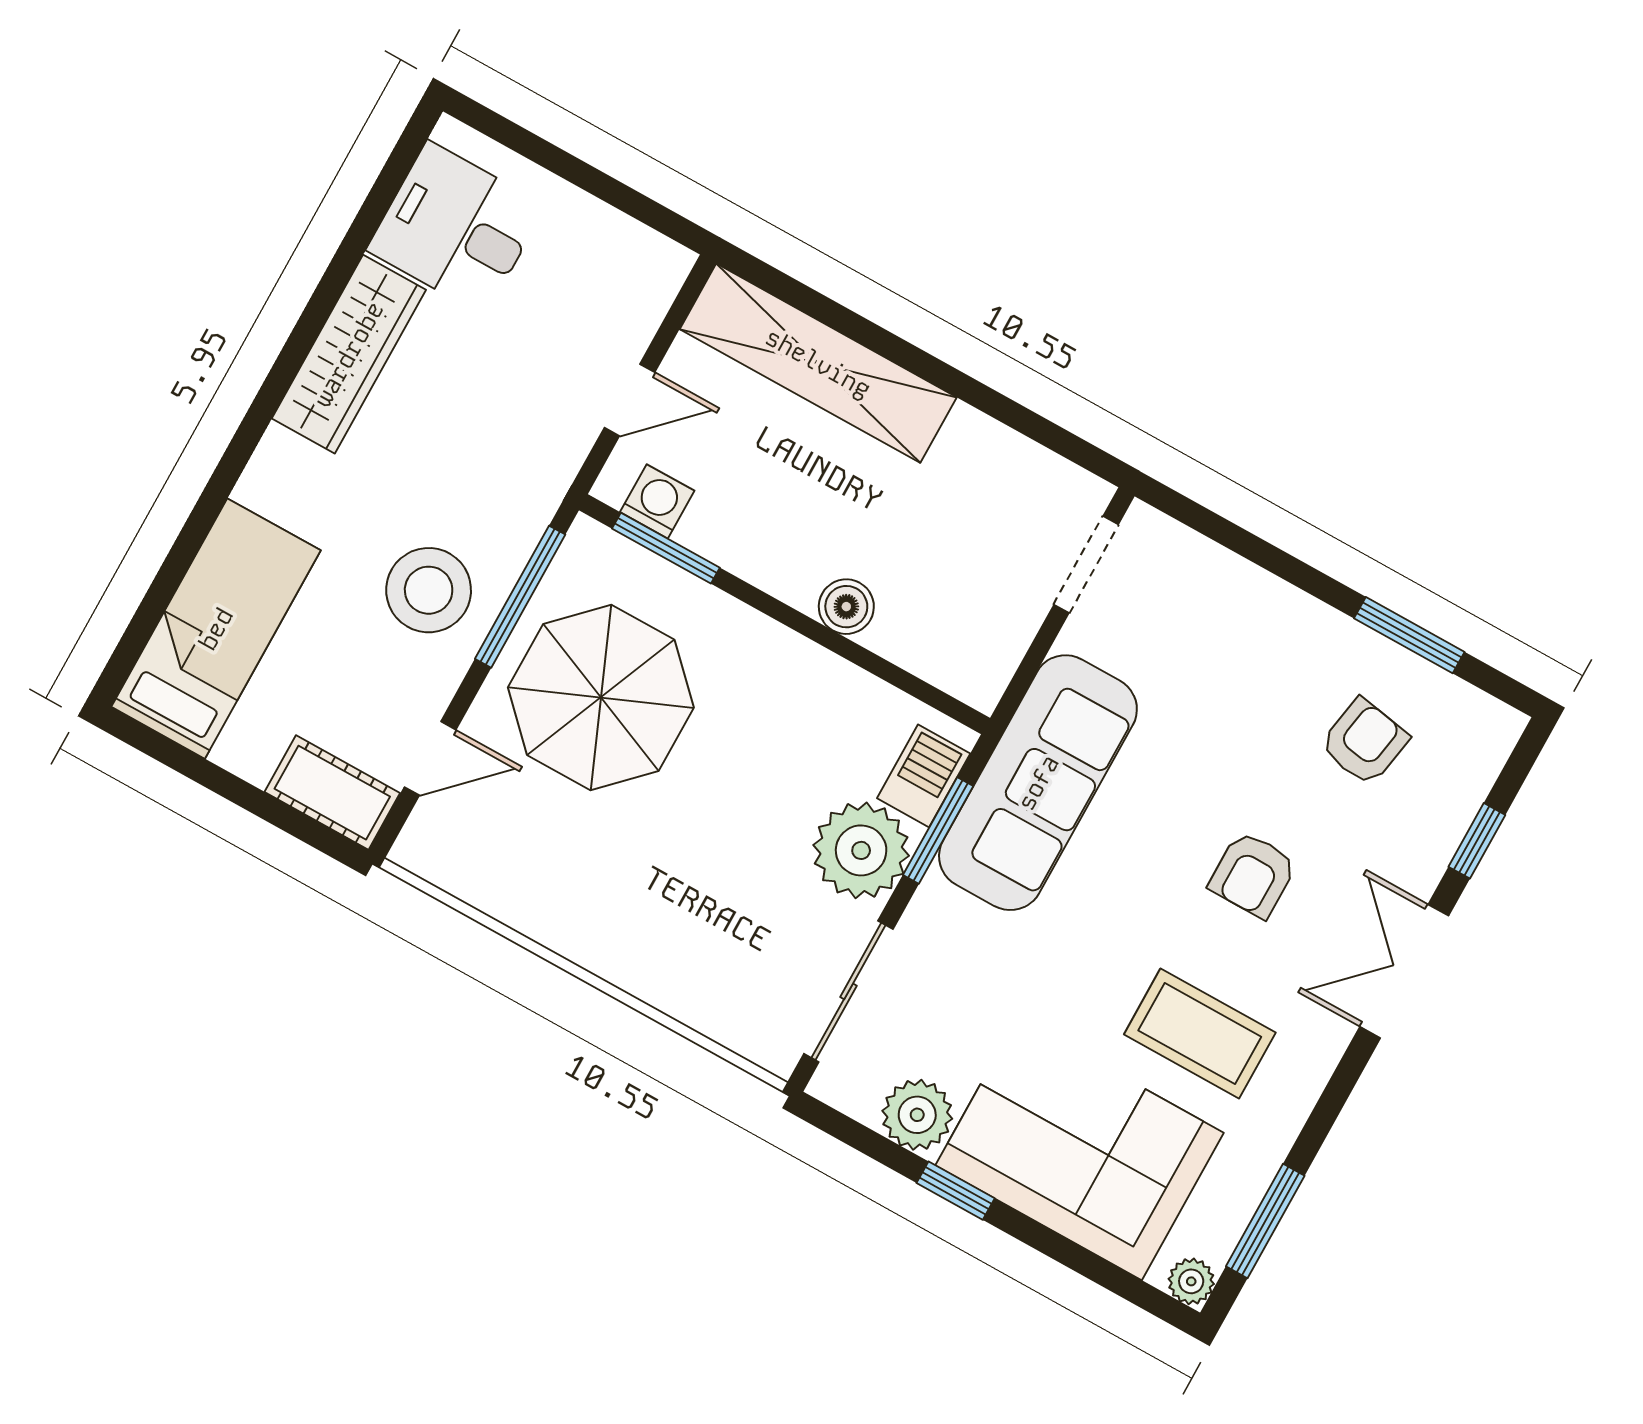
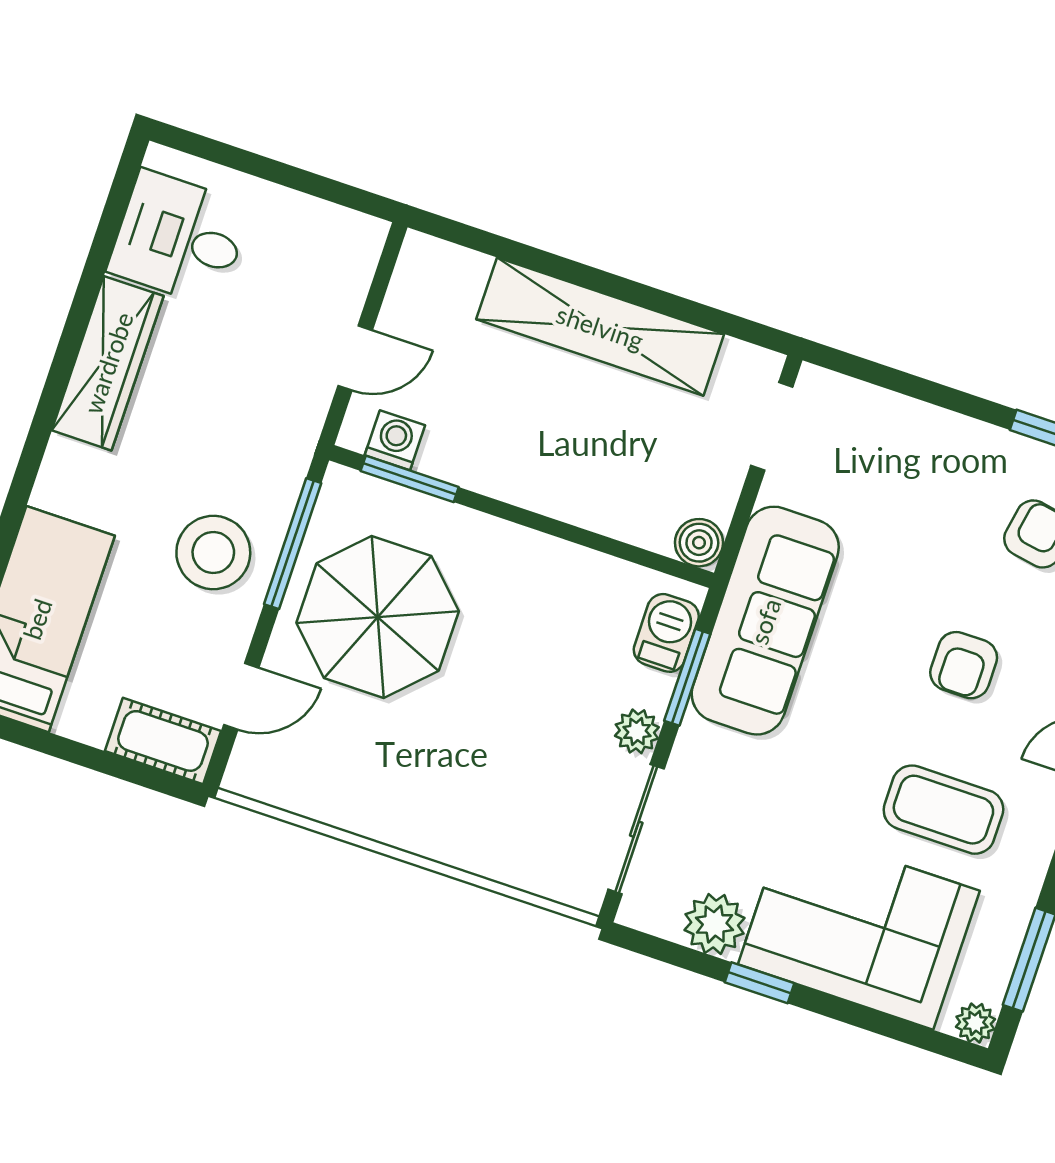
shelving: (818, 363) -> (600, 327), moved
boiler: (846, 607) -> (699, 543), moved
plant: (861, 850) -> (637, 731), width x0.53, depth x0.53

